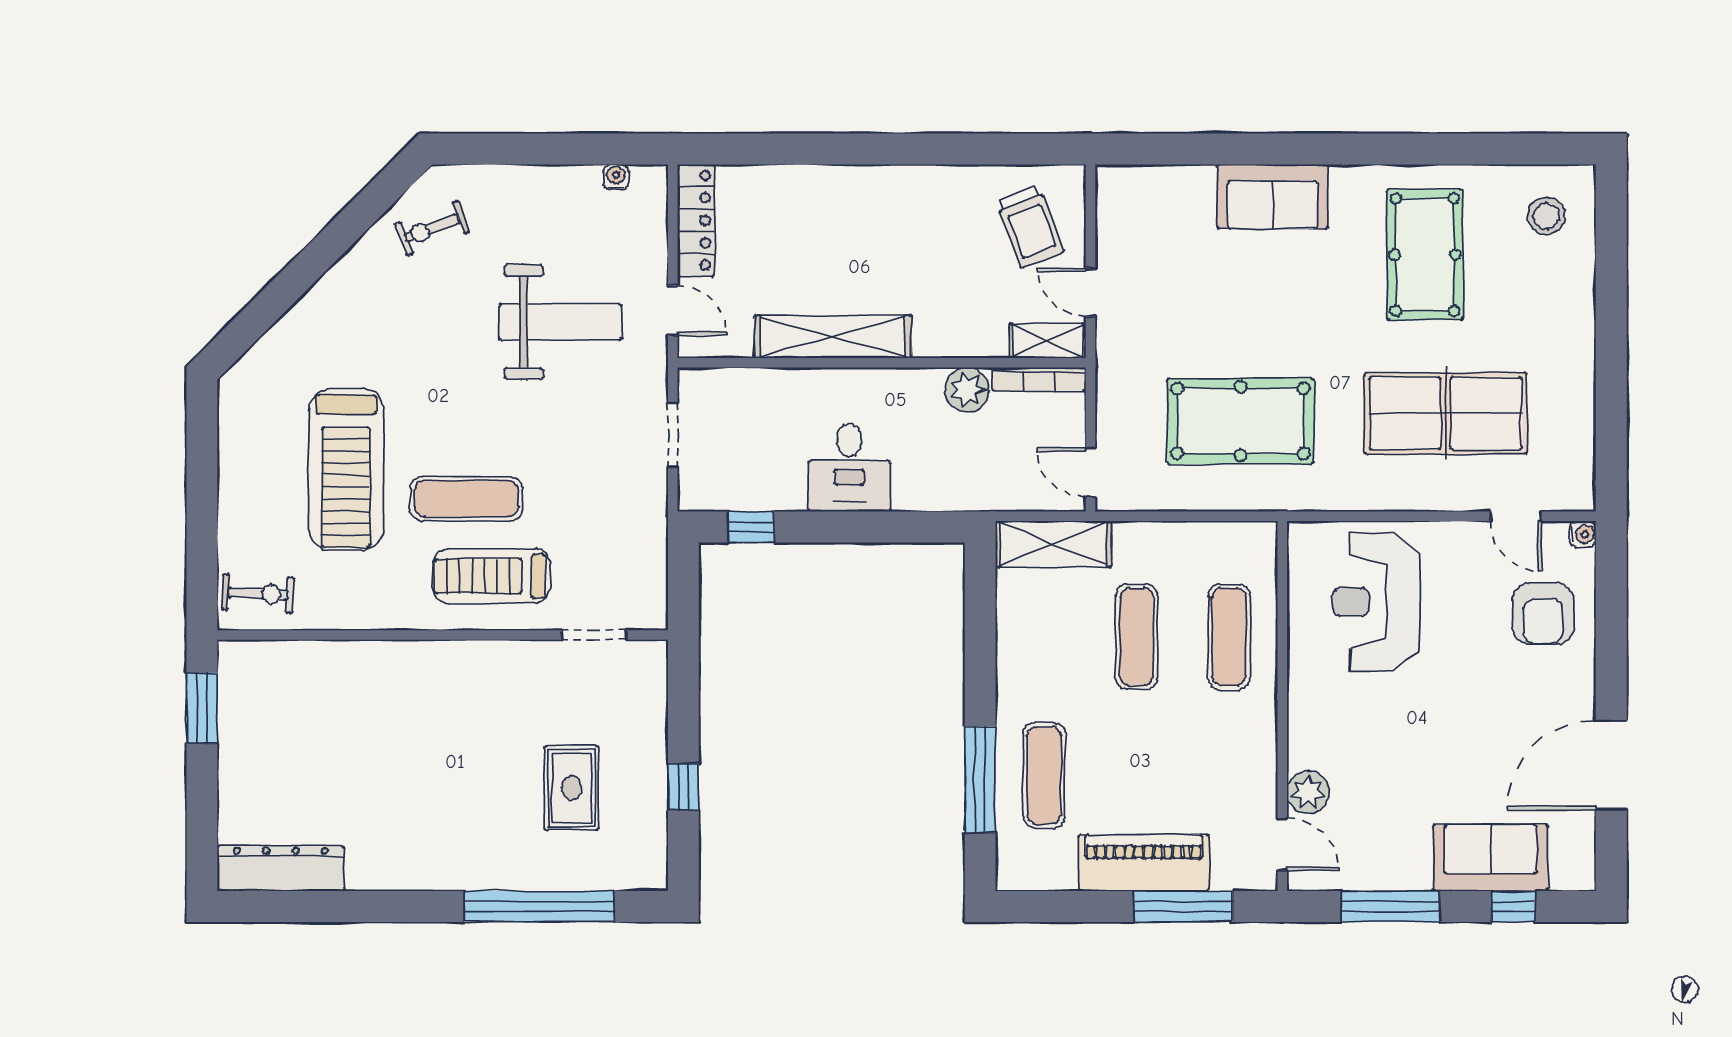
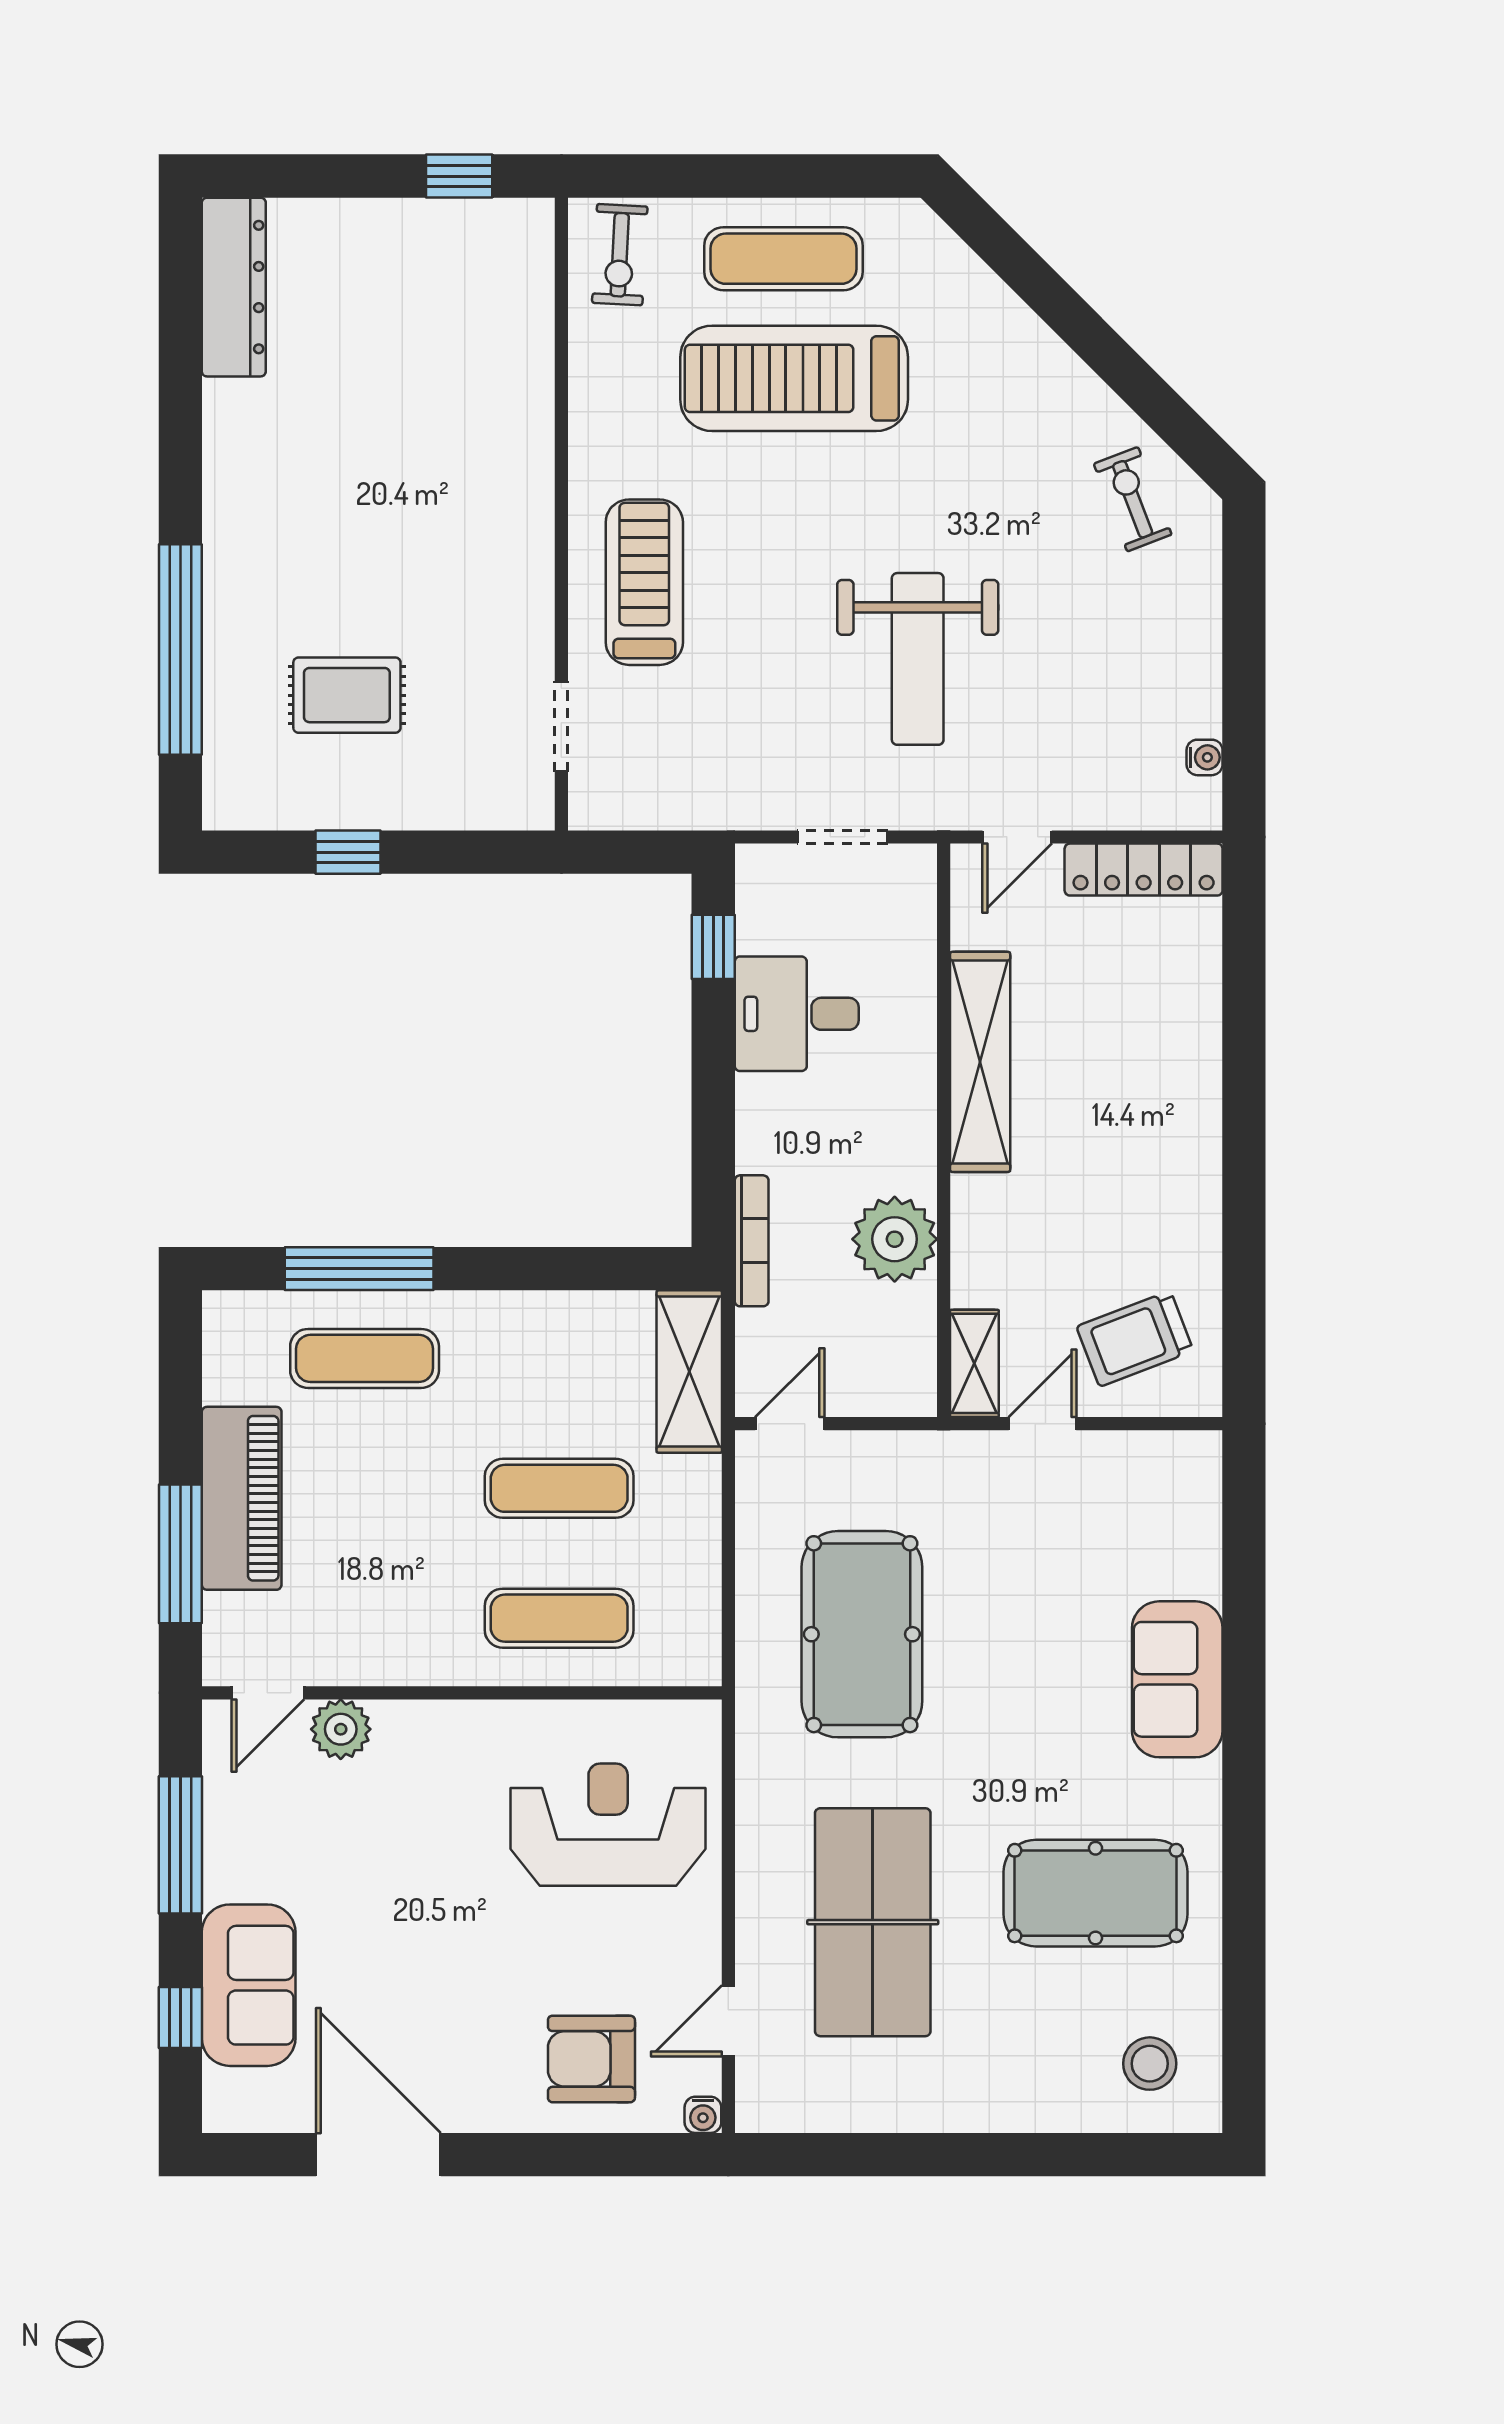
weight bench: (560, 322) -> (918, 659), moved
bookcase: (1039, 379) -> (752, 1241), moved, turned 180
plant: (967, 390) -> (895, 1239), width x1.36, depth x1.36
desk: (849, 467) -> (797, 1014), moved
exercise mat: (466, 499) -> (783, 259), moved, turned 90
window: (202, 708) -> (459, 176), width x0.67

